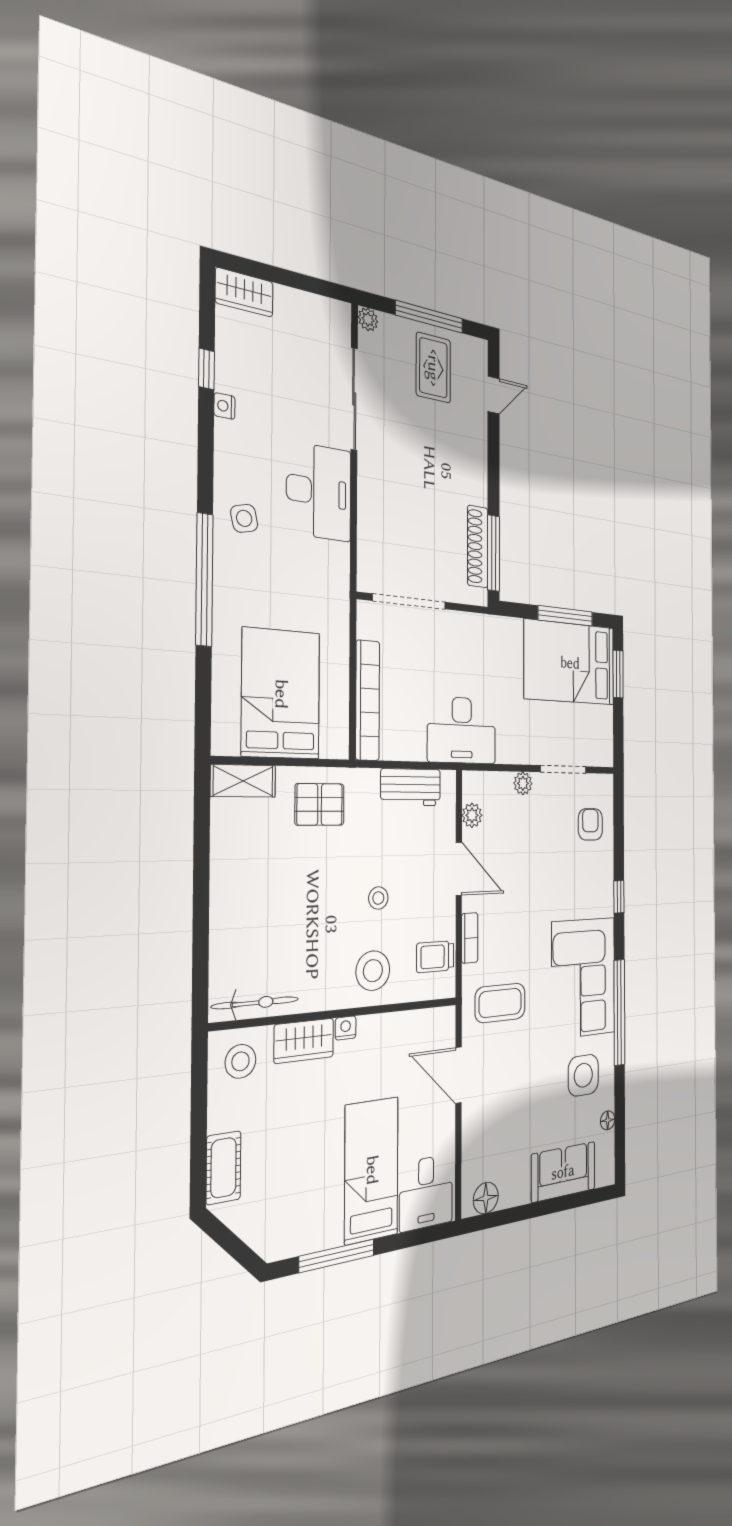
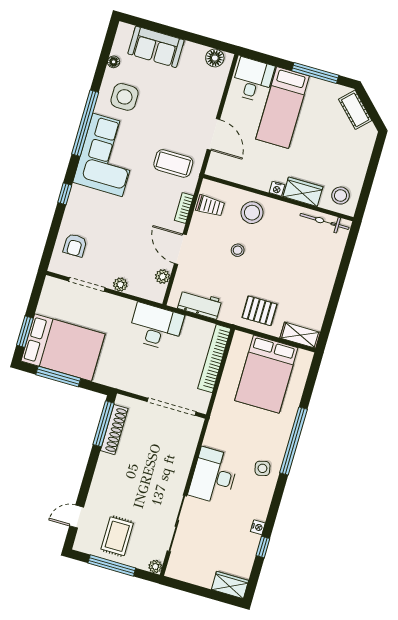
cot: (224, 1168) -> (355, 110), moved, turned -45

